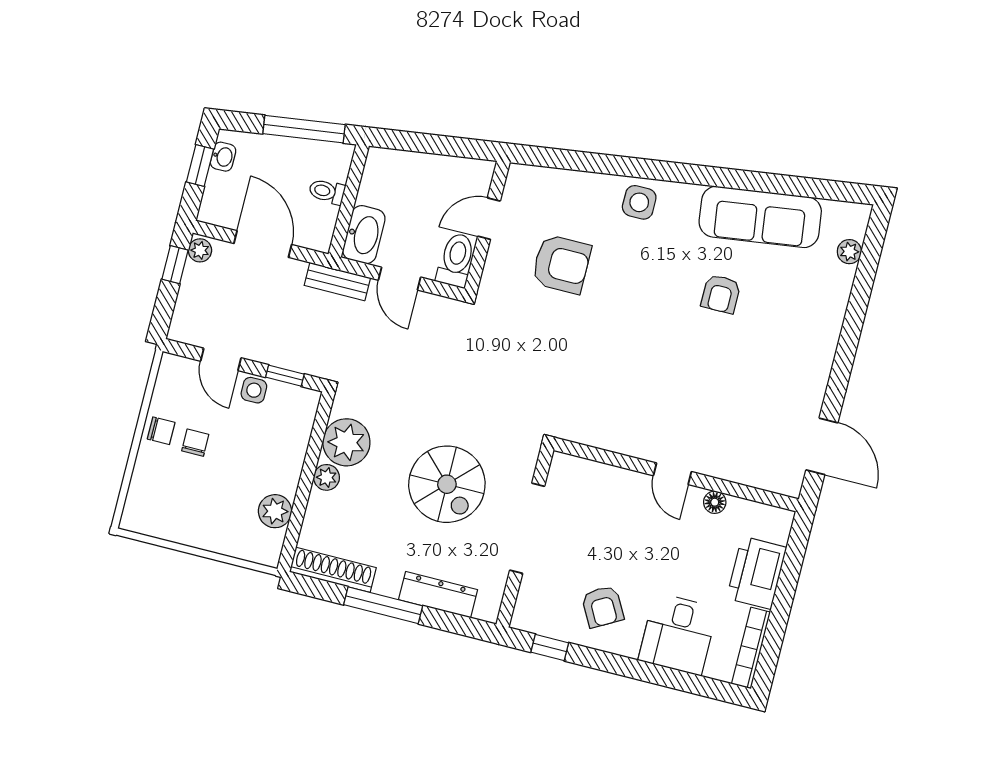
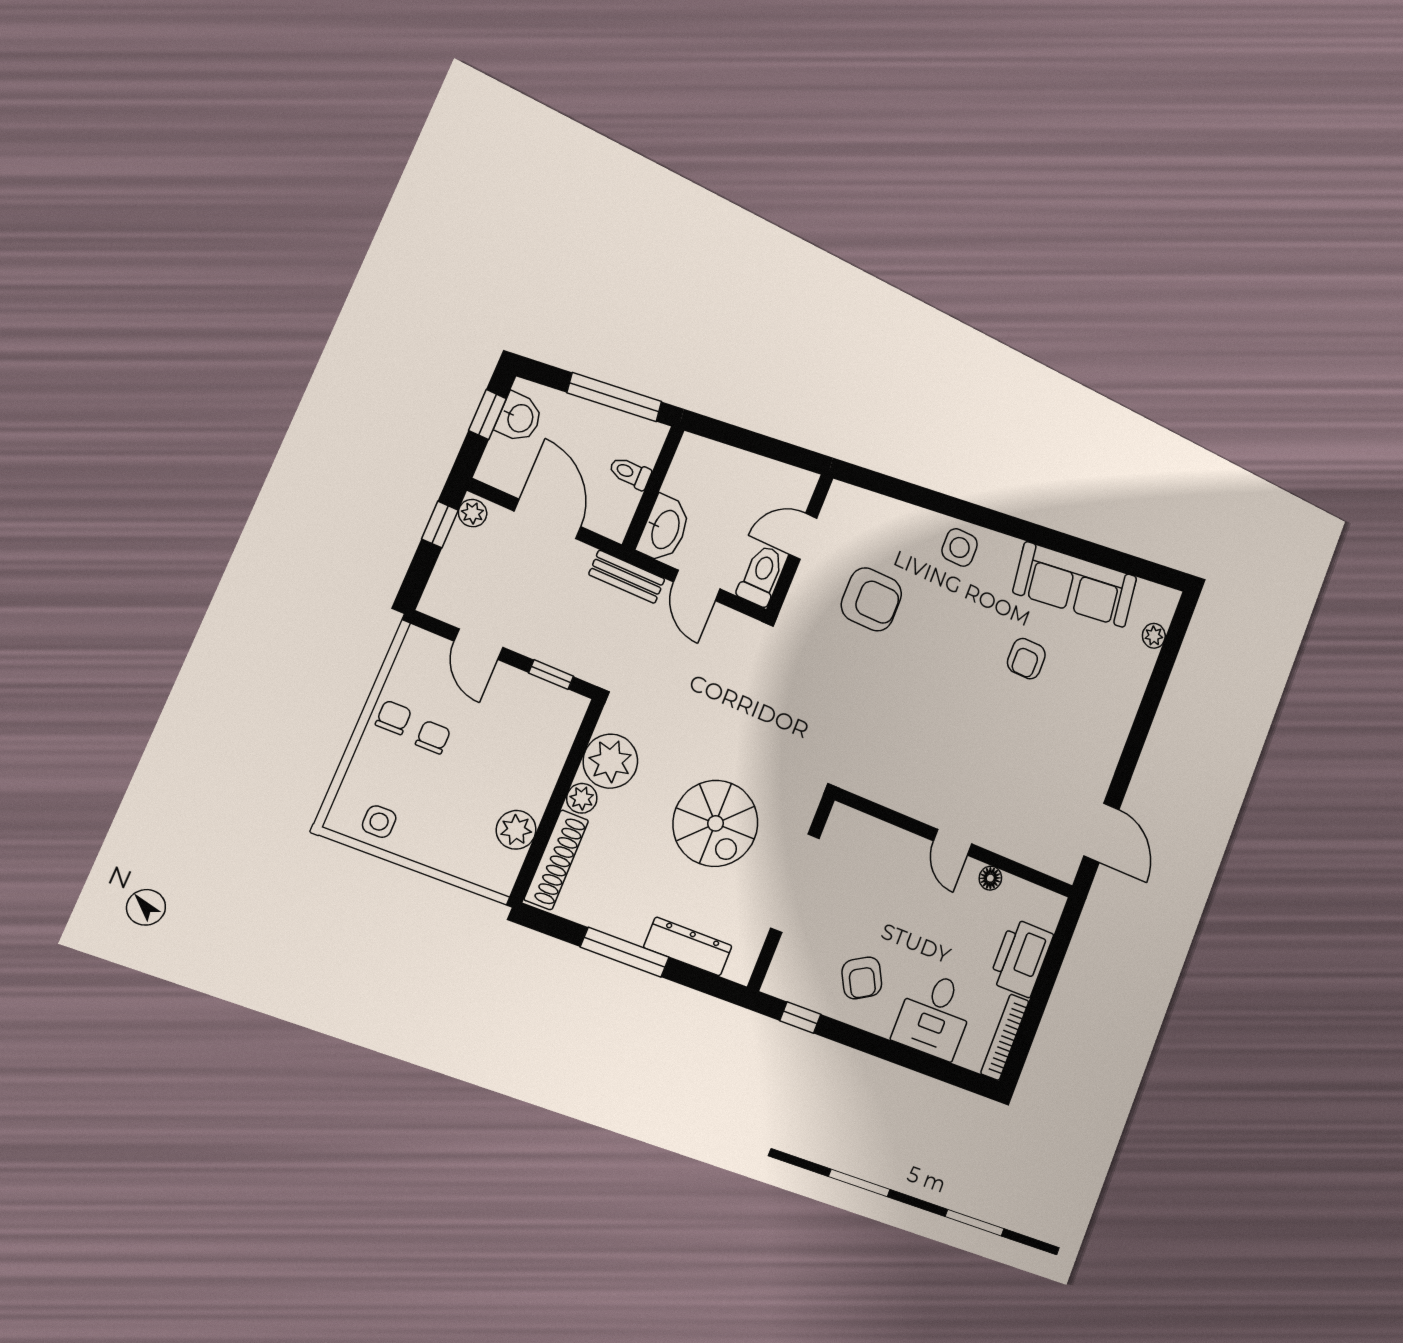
washbasin: (223, 157) -> (519, 418), width x1.38, depth x1.45
side table: (254, 390) -> (379, 822), moved
chair: (161, 431) -> (393, 717), turned -90
shoe rack: (333, 570) -> (556, 860), moved, turned 90

